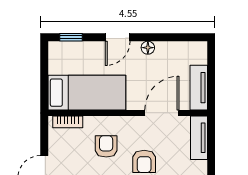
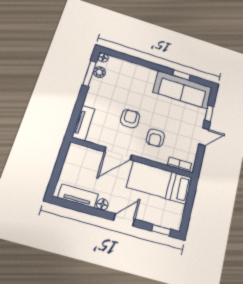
tv unit: (199, 88) -> (78, 196), moved, turned -90
door: (162, 113) -> (118, 153), moved

